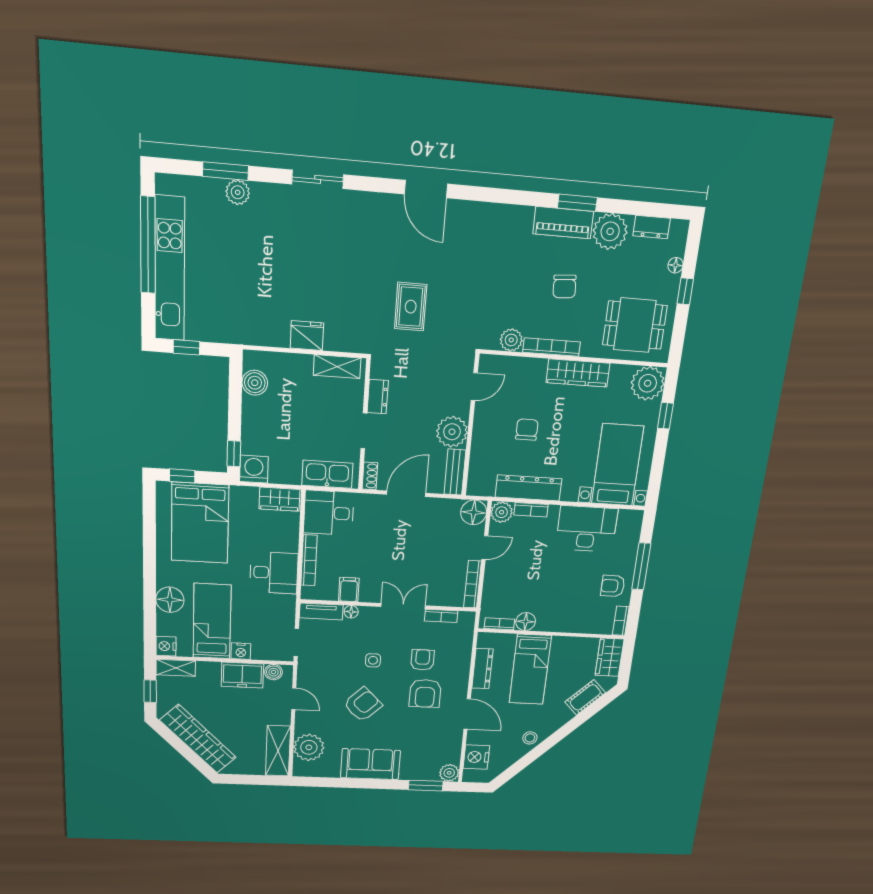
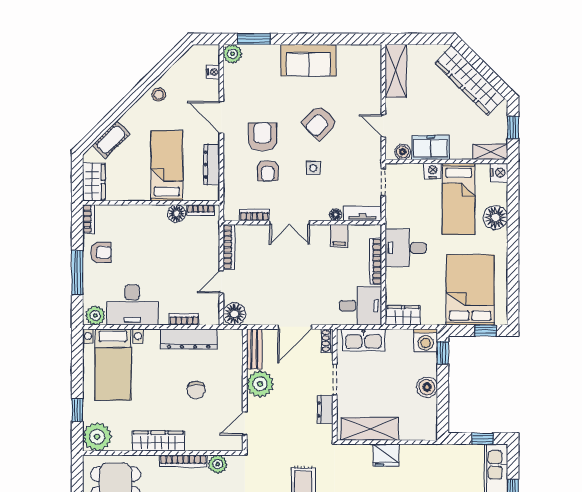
shelving: (337, 367) -> (370, 429), width x1.50, depth x1.33
boiler: (255, 383) -> (427, 387), moved
plant: (502, 512) -> (95, 316), moved
plant: (309, 747) -> (367, 76), removed
nightstand: (476, 757) -> (213, 72), width x0.53, depth x0.56

